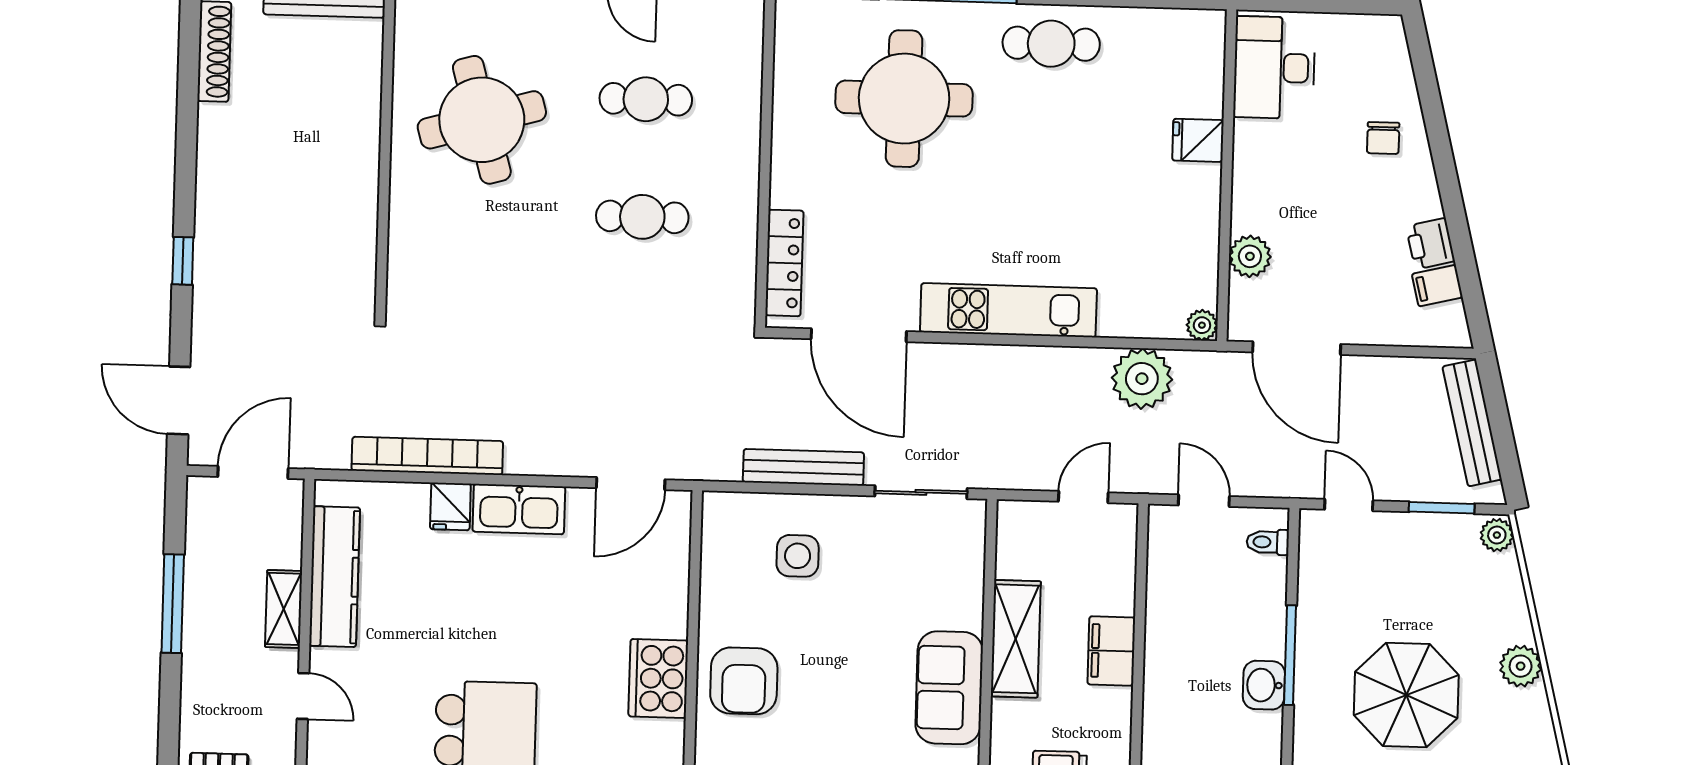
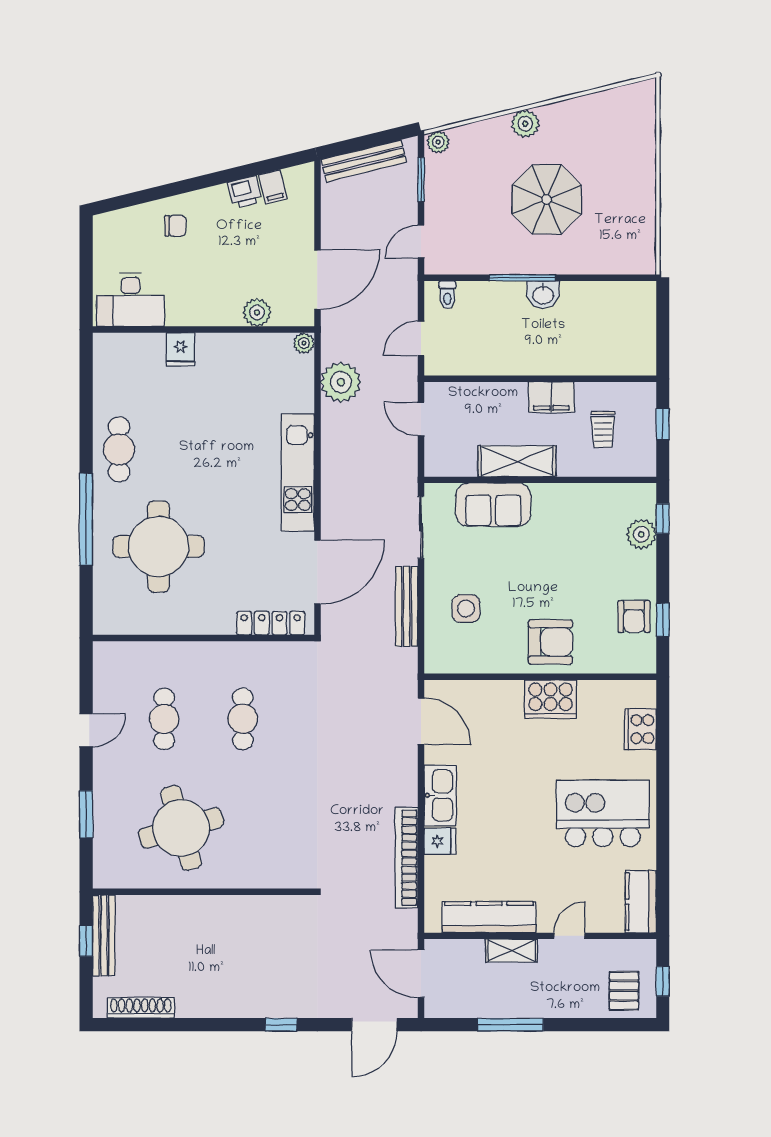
filing cabinet: (1111, 651) -> (551, 397), moved
sofa: (949, 688) -> (493, 505), moved

